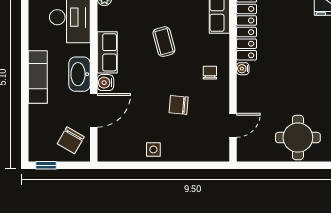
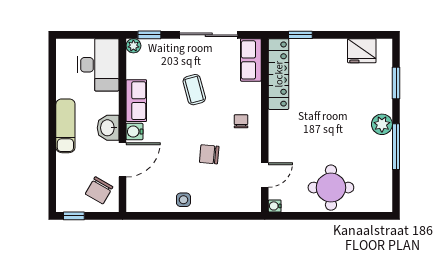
water cooler: (243, 69) -> (275, 206), moved
washbasin: (79, 74) -> (108, 128), width x0.72

